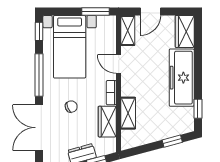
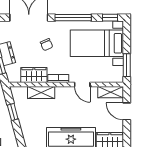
door: (119, 64) -> (82, 85), swing flipped
window: (172, 141) -> (13, 112), moved

